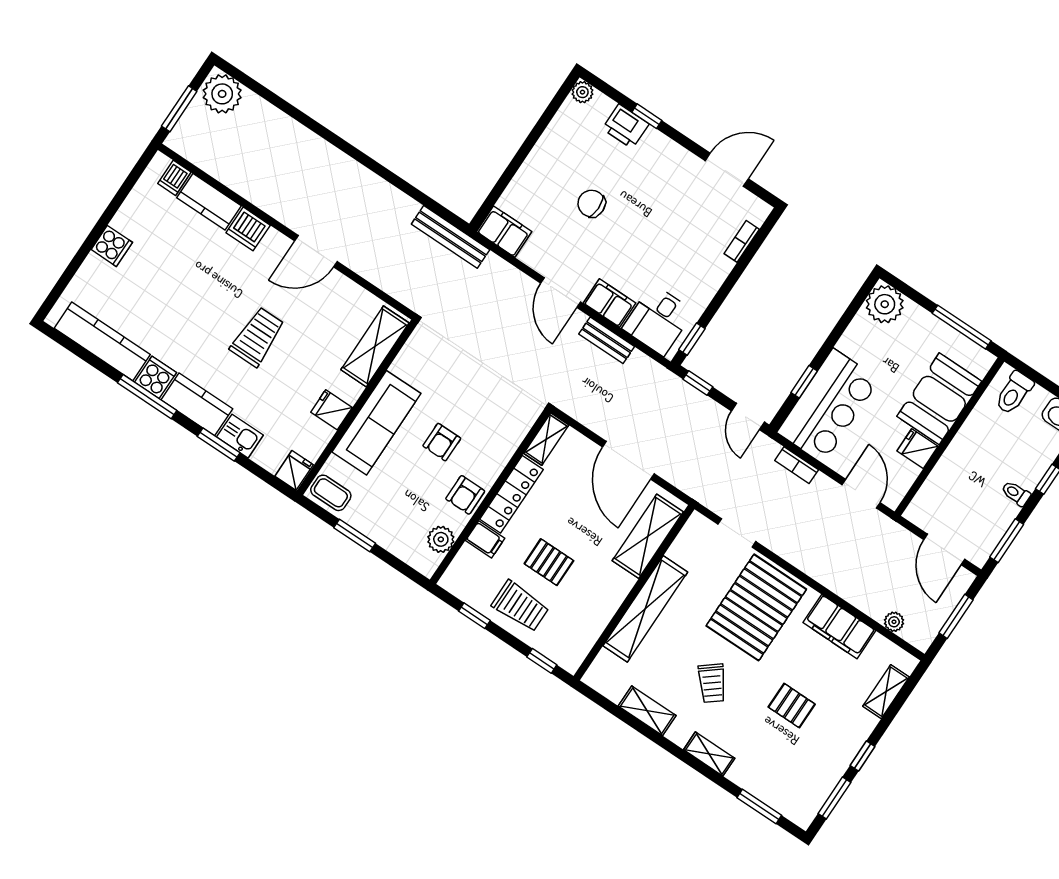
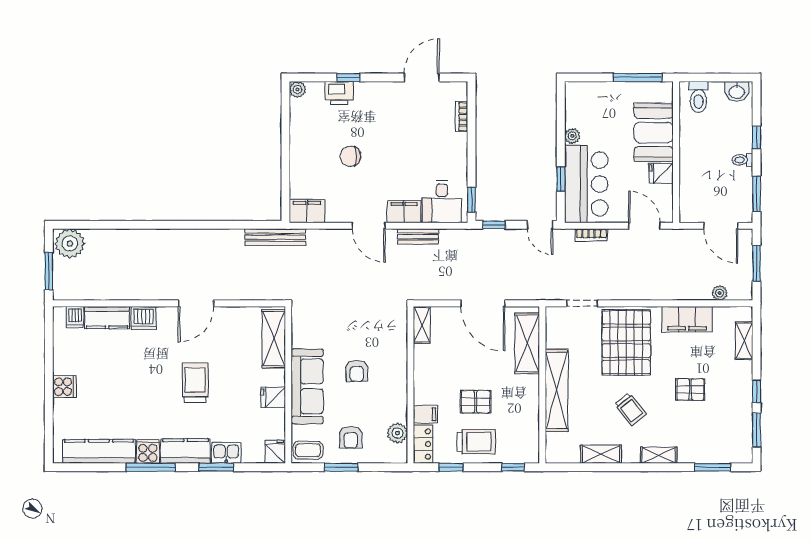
plant: (885, 304) -> (572, 136), moved, width x0.53, depth x0.53
locker: (511, 494) -> (423, 444), moved, width x0.66
armchair: (465, 495) -> (351, 437), moved

